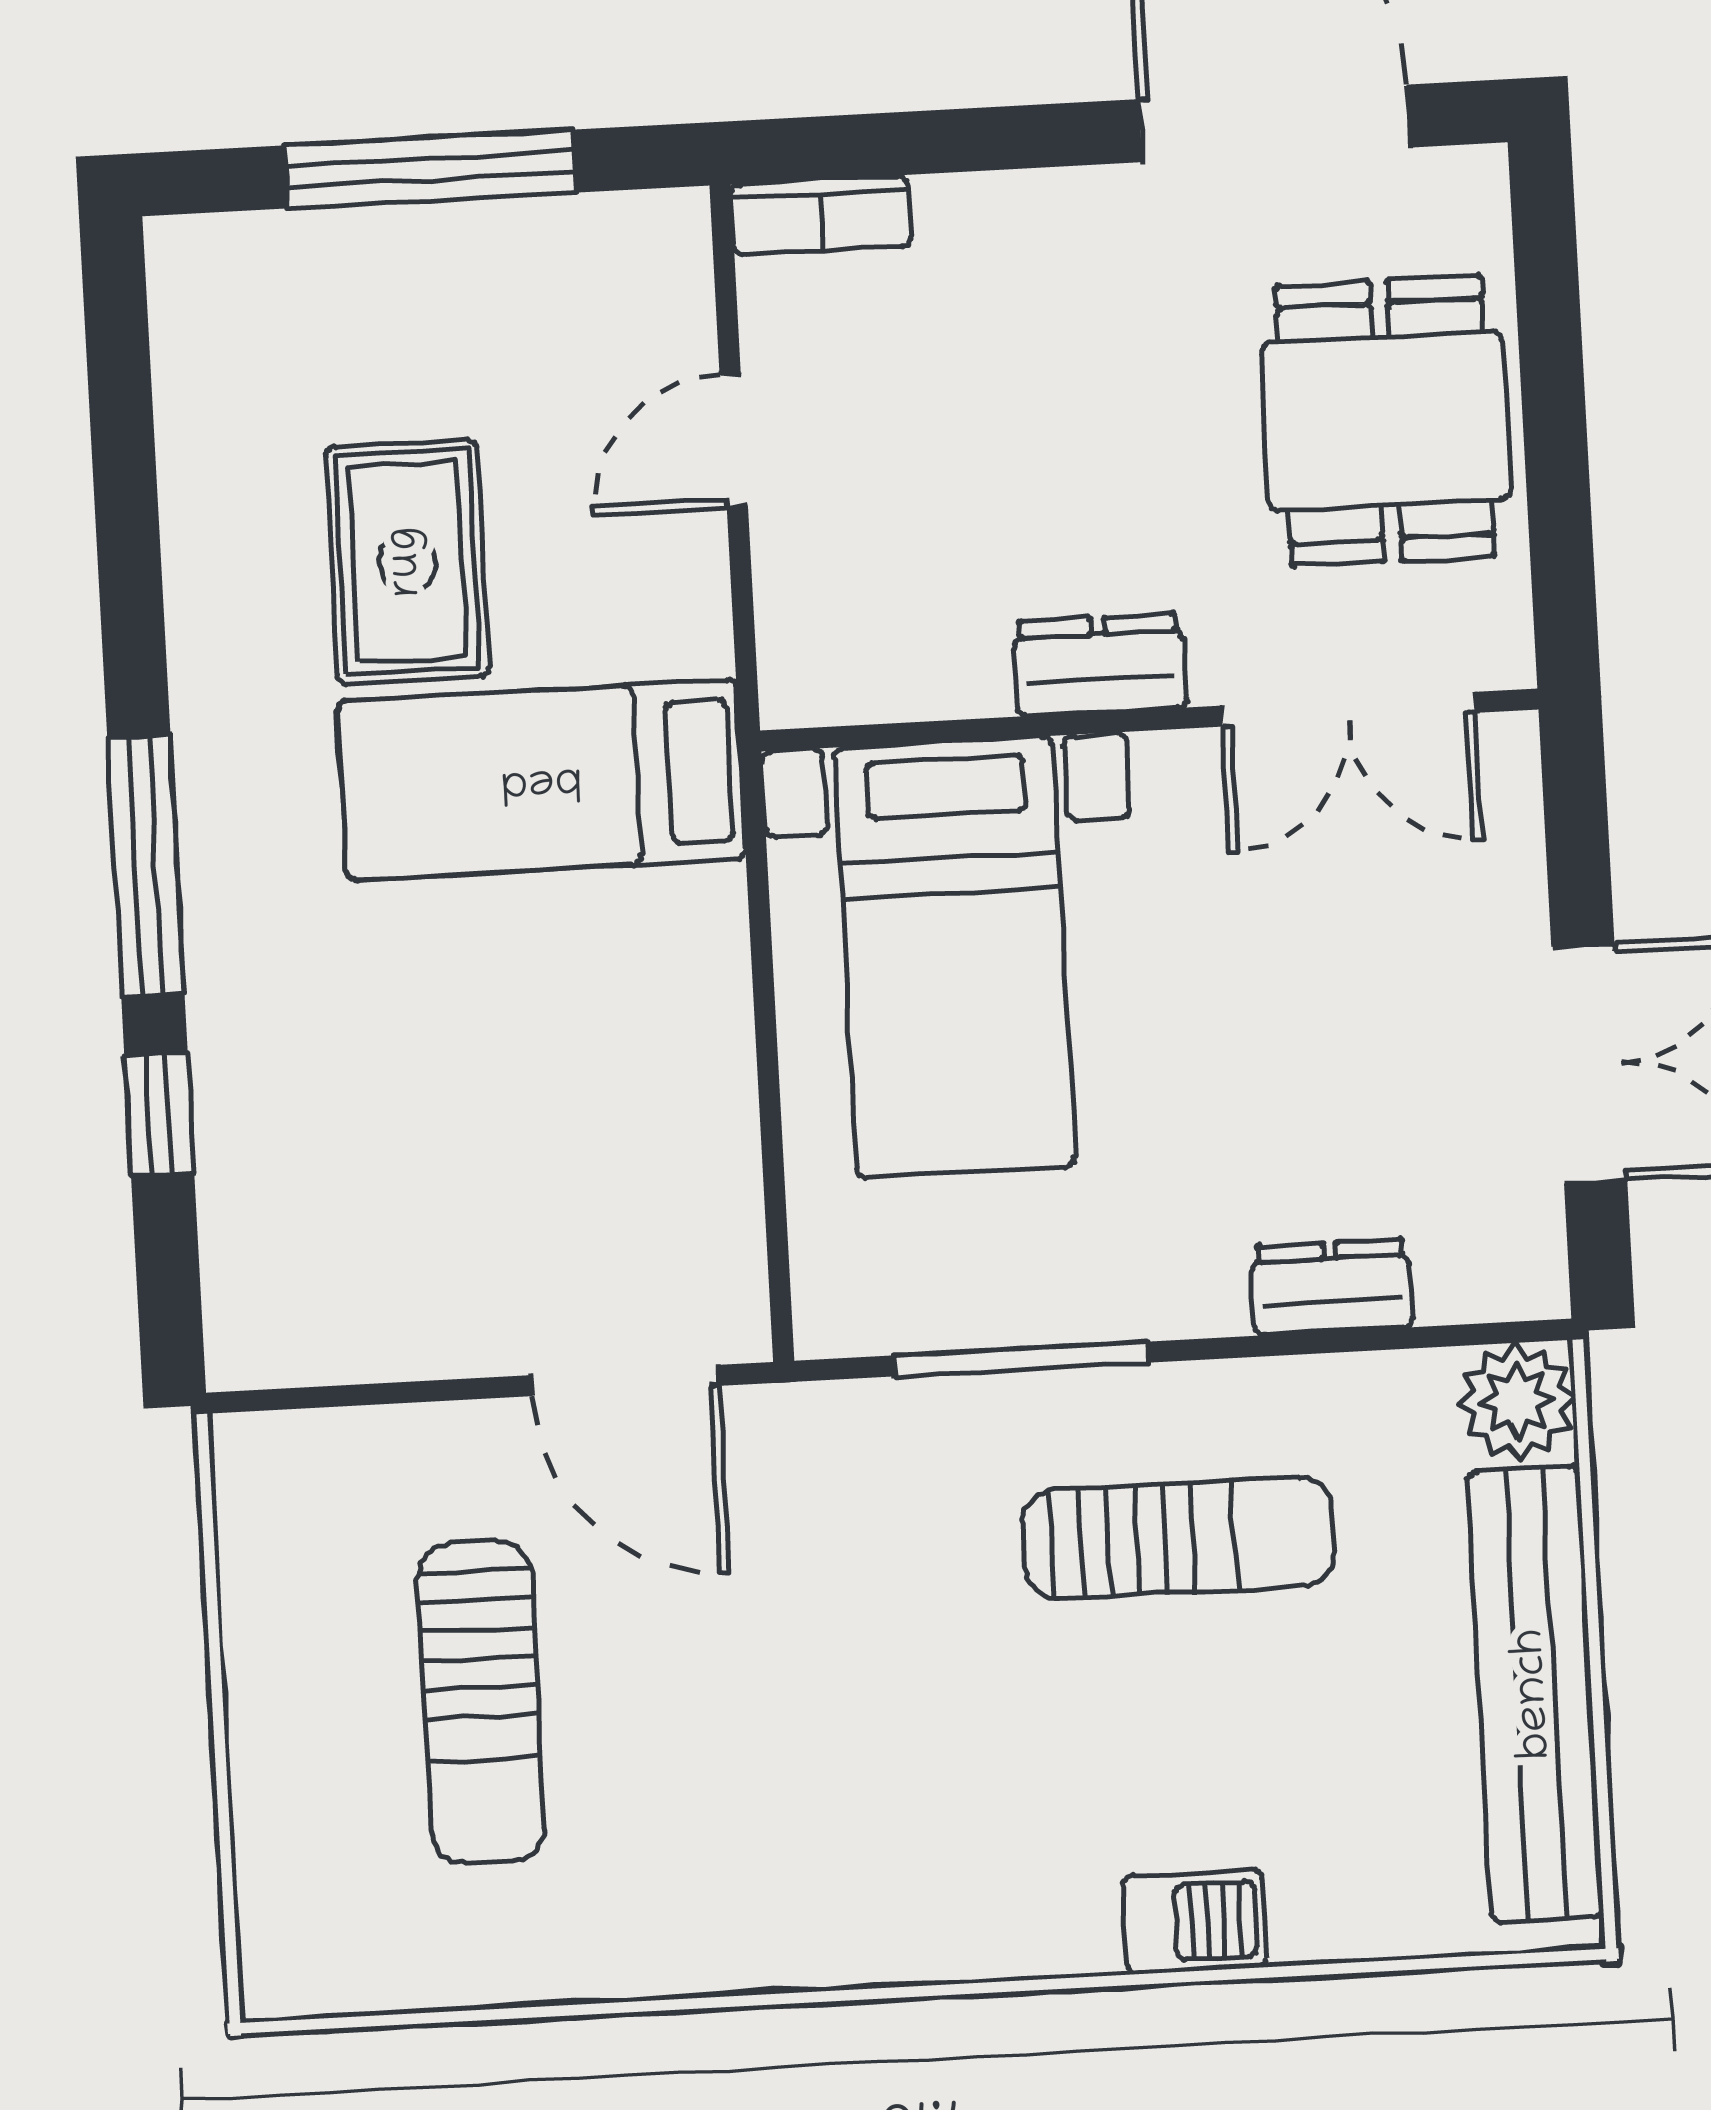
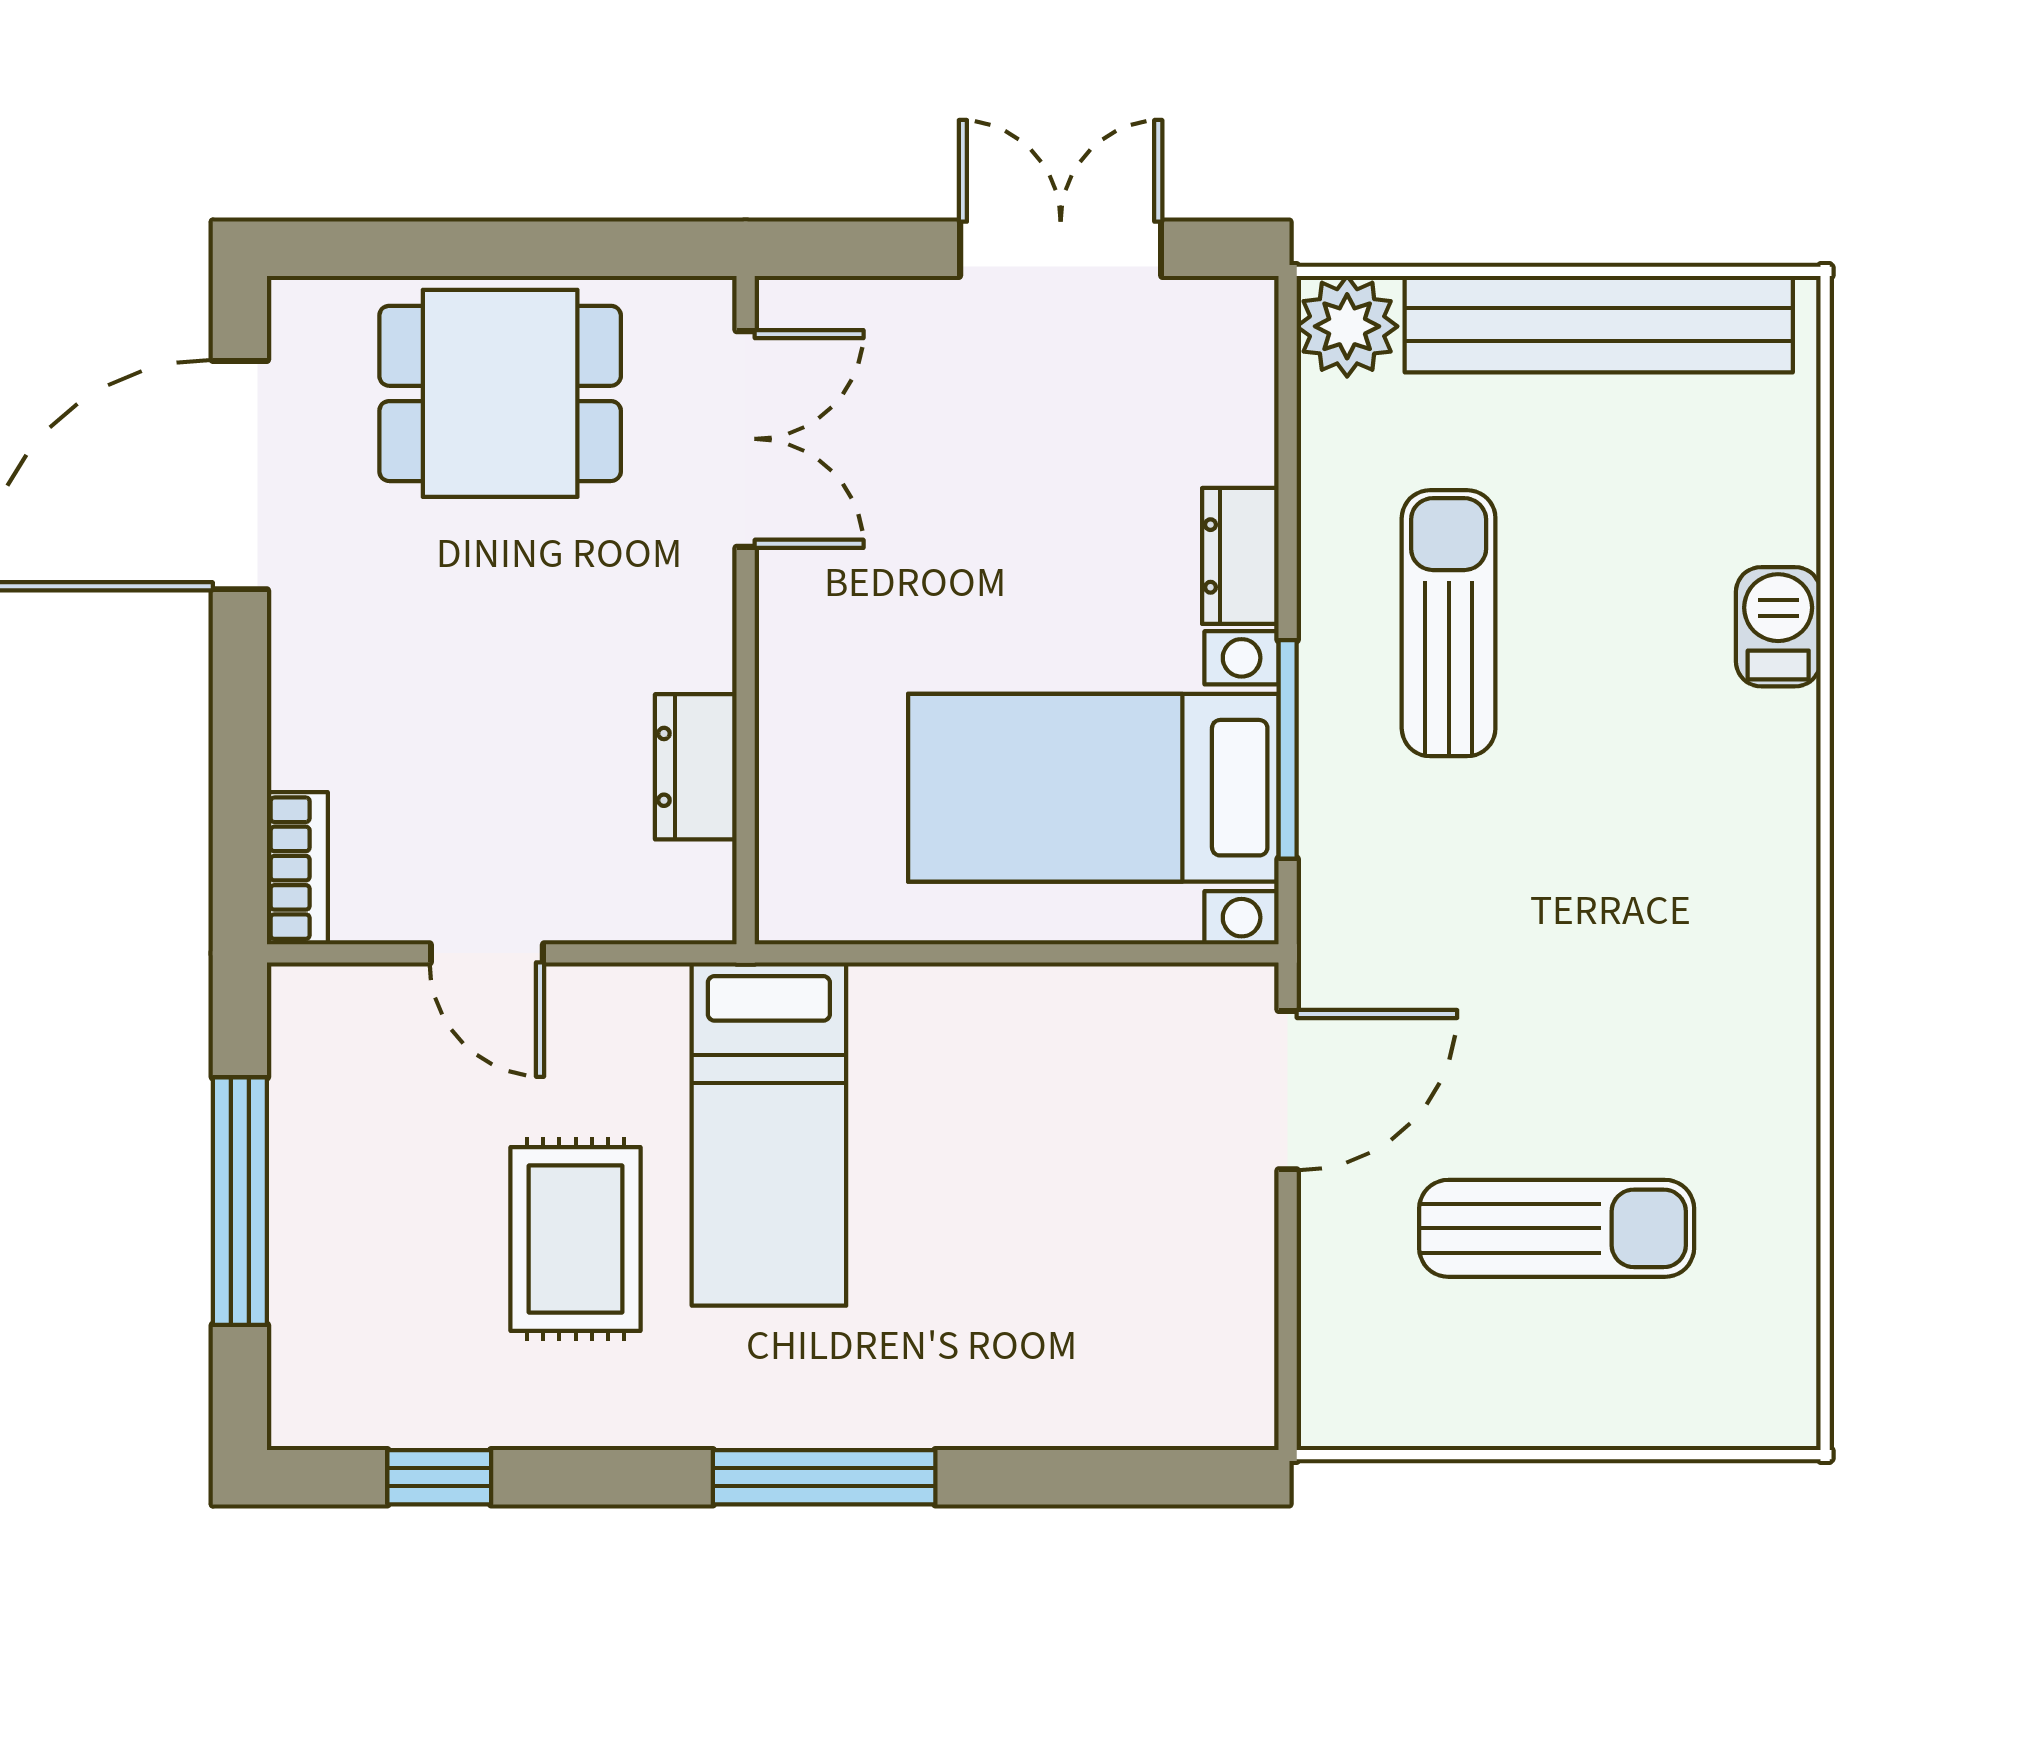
rug: (407, 562) -> (576, 1239), turned 90
dresser: (1100, 665) -> (696, 767), moved
bed with nightstands: (955, 957) -> (1093, 788), moved, turned 180
window: (159, 1114) -> (439, 1477), moved
dresser: (1331, 1287) -> (1240, 556), moved

